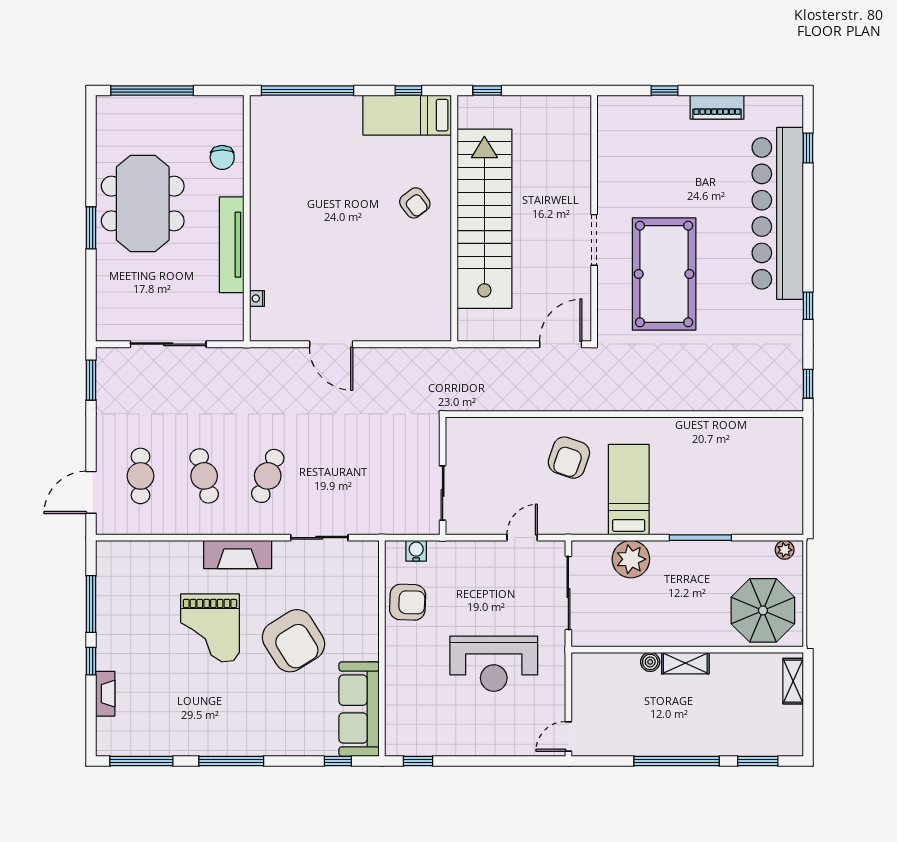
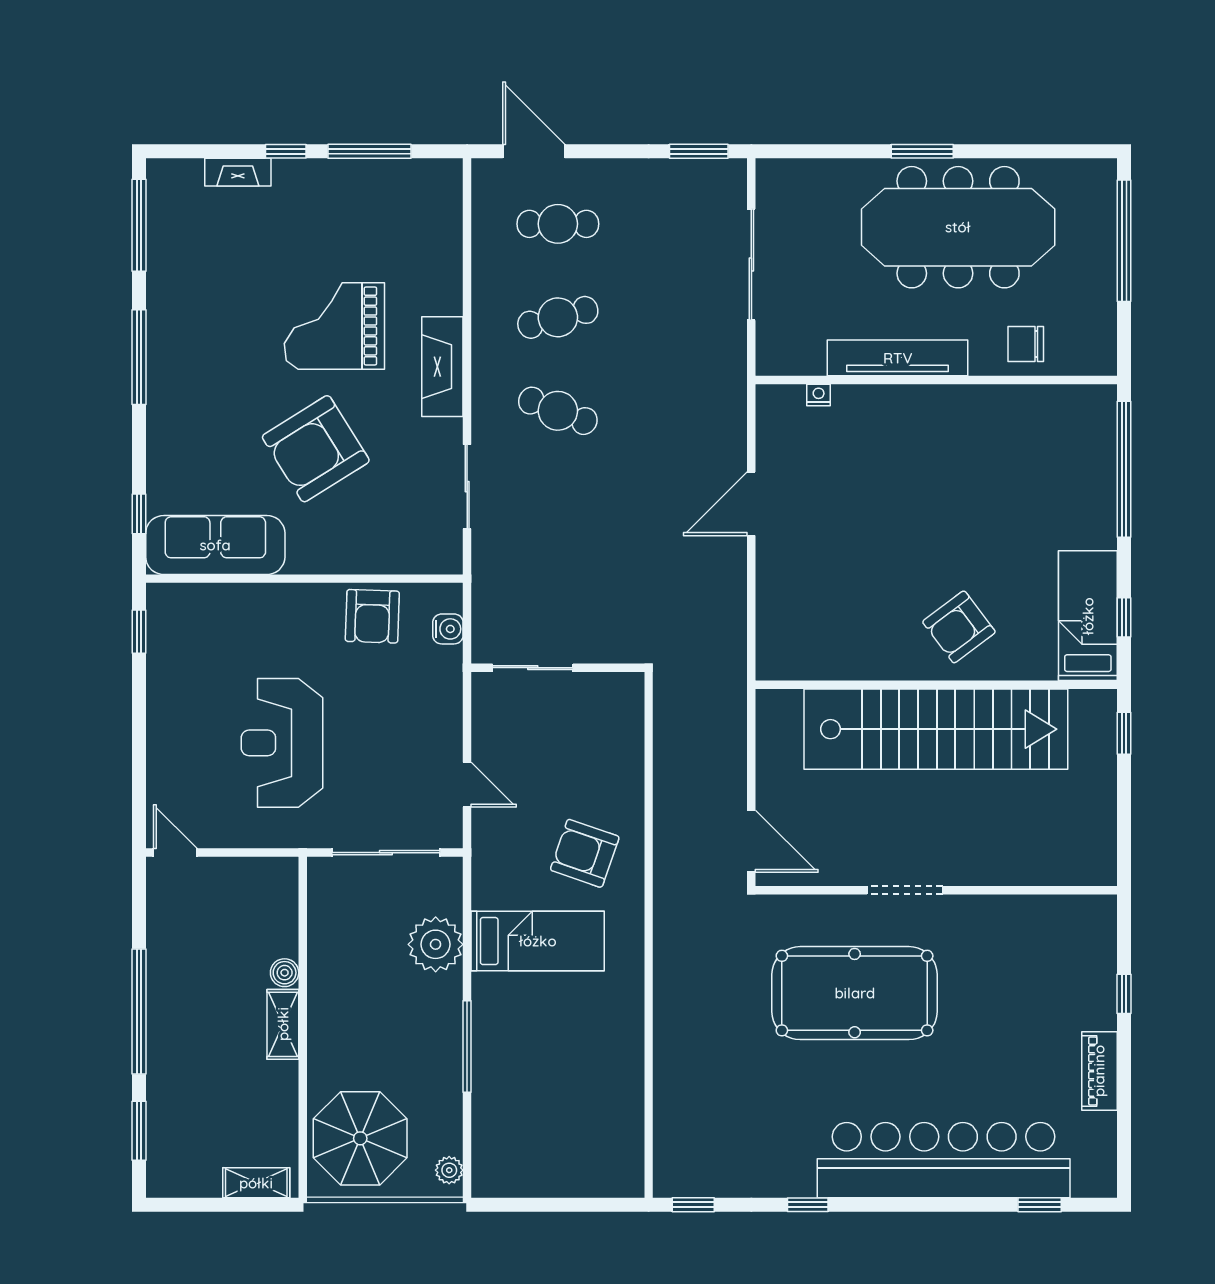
meeting table: (143, 203) -> (958, 227), width x1.36
armchair: (415, 203) -> (959, 627), width x1.38, depth x1.38

